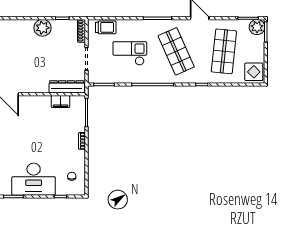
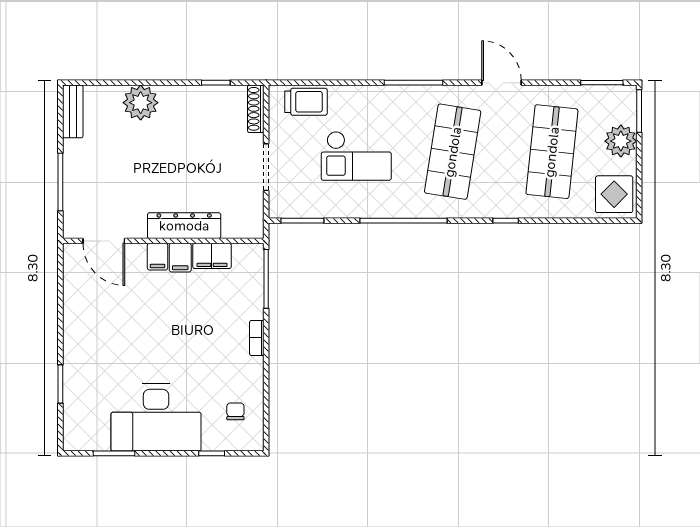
plant: (257, 27) -> (621, 141), moved
plant: (43, 28) -> (141, 103), moved
shop shelf: (176, 51) -> (453, 152), turned 33
checkout: (130, 53) -> (356, 156), turned 180
dresser: (67, 87) -> (184, 226), moved
filing cabinet: (34, 102) -> (157, 257), added
filing cabinet: (45, 102) -> (180, 258), added

